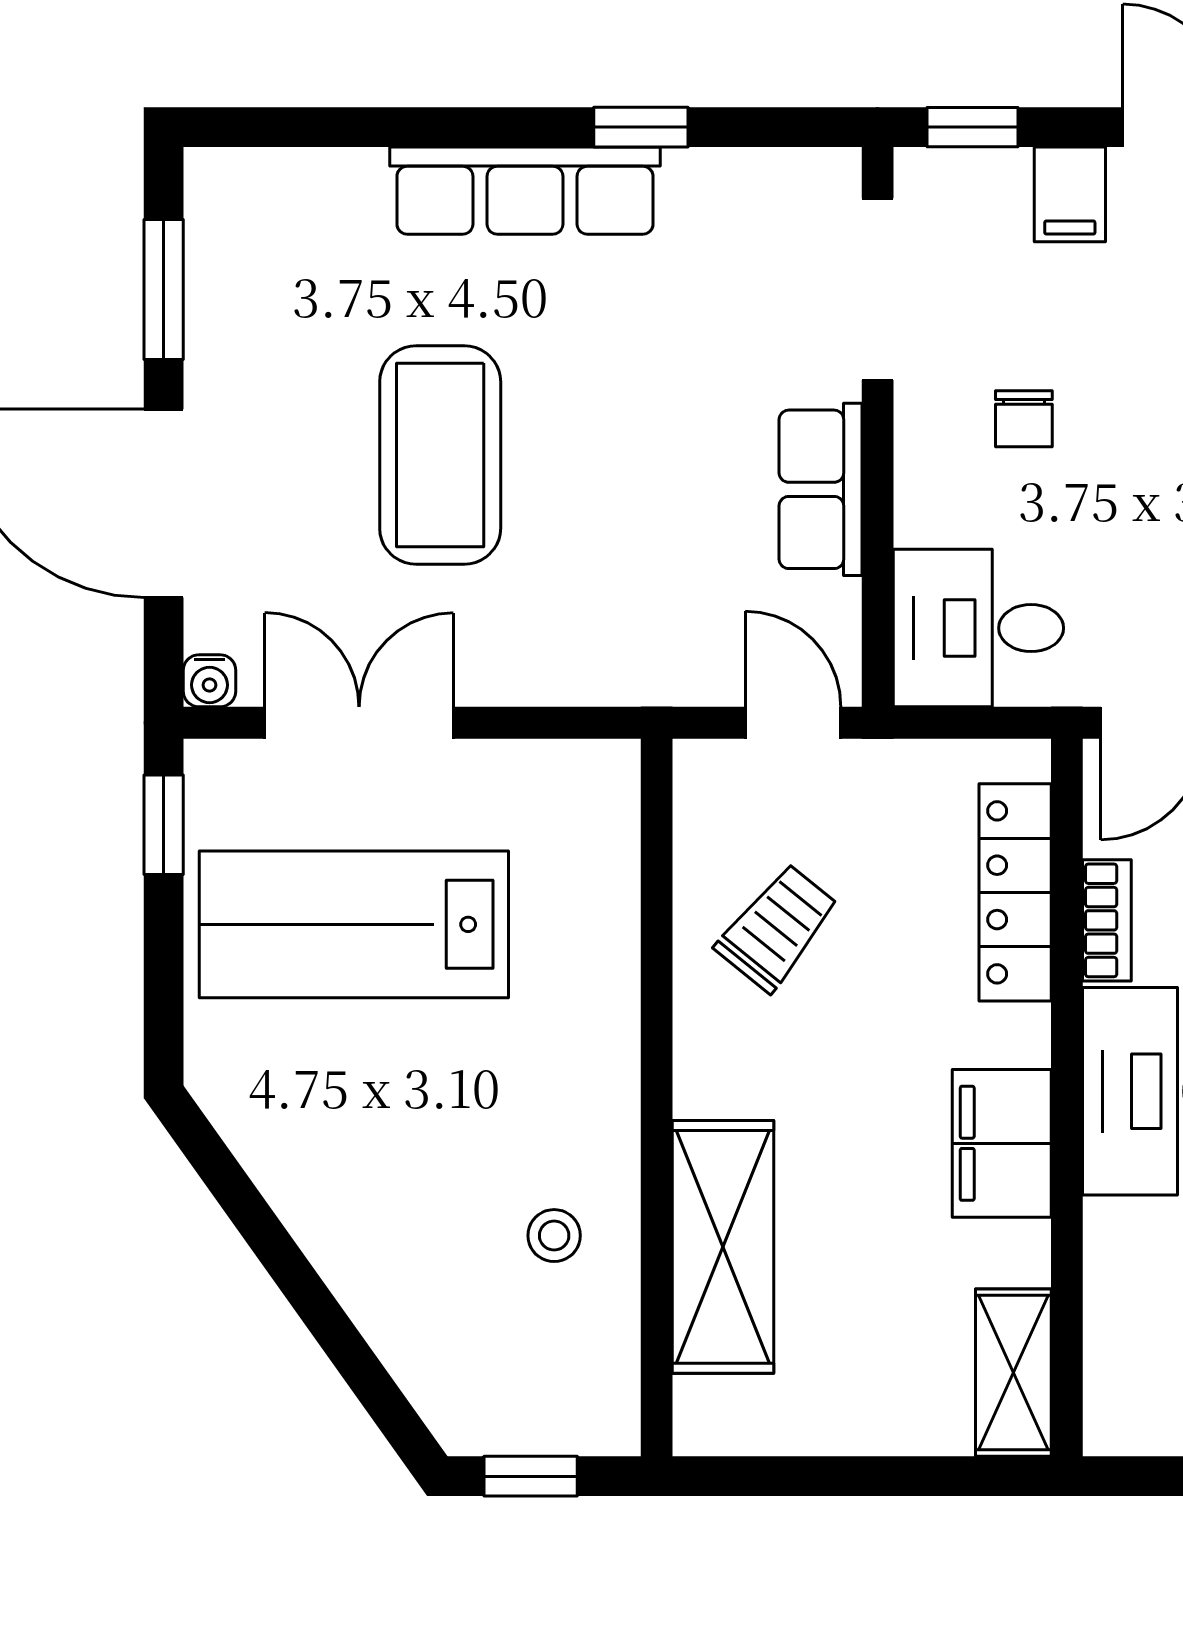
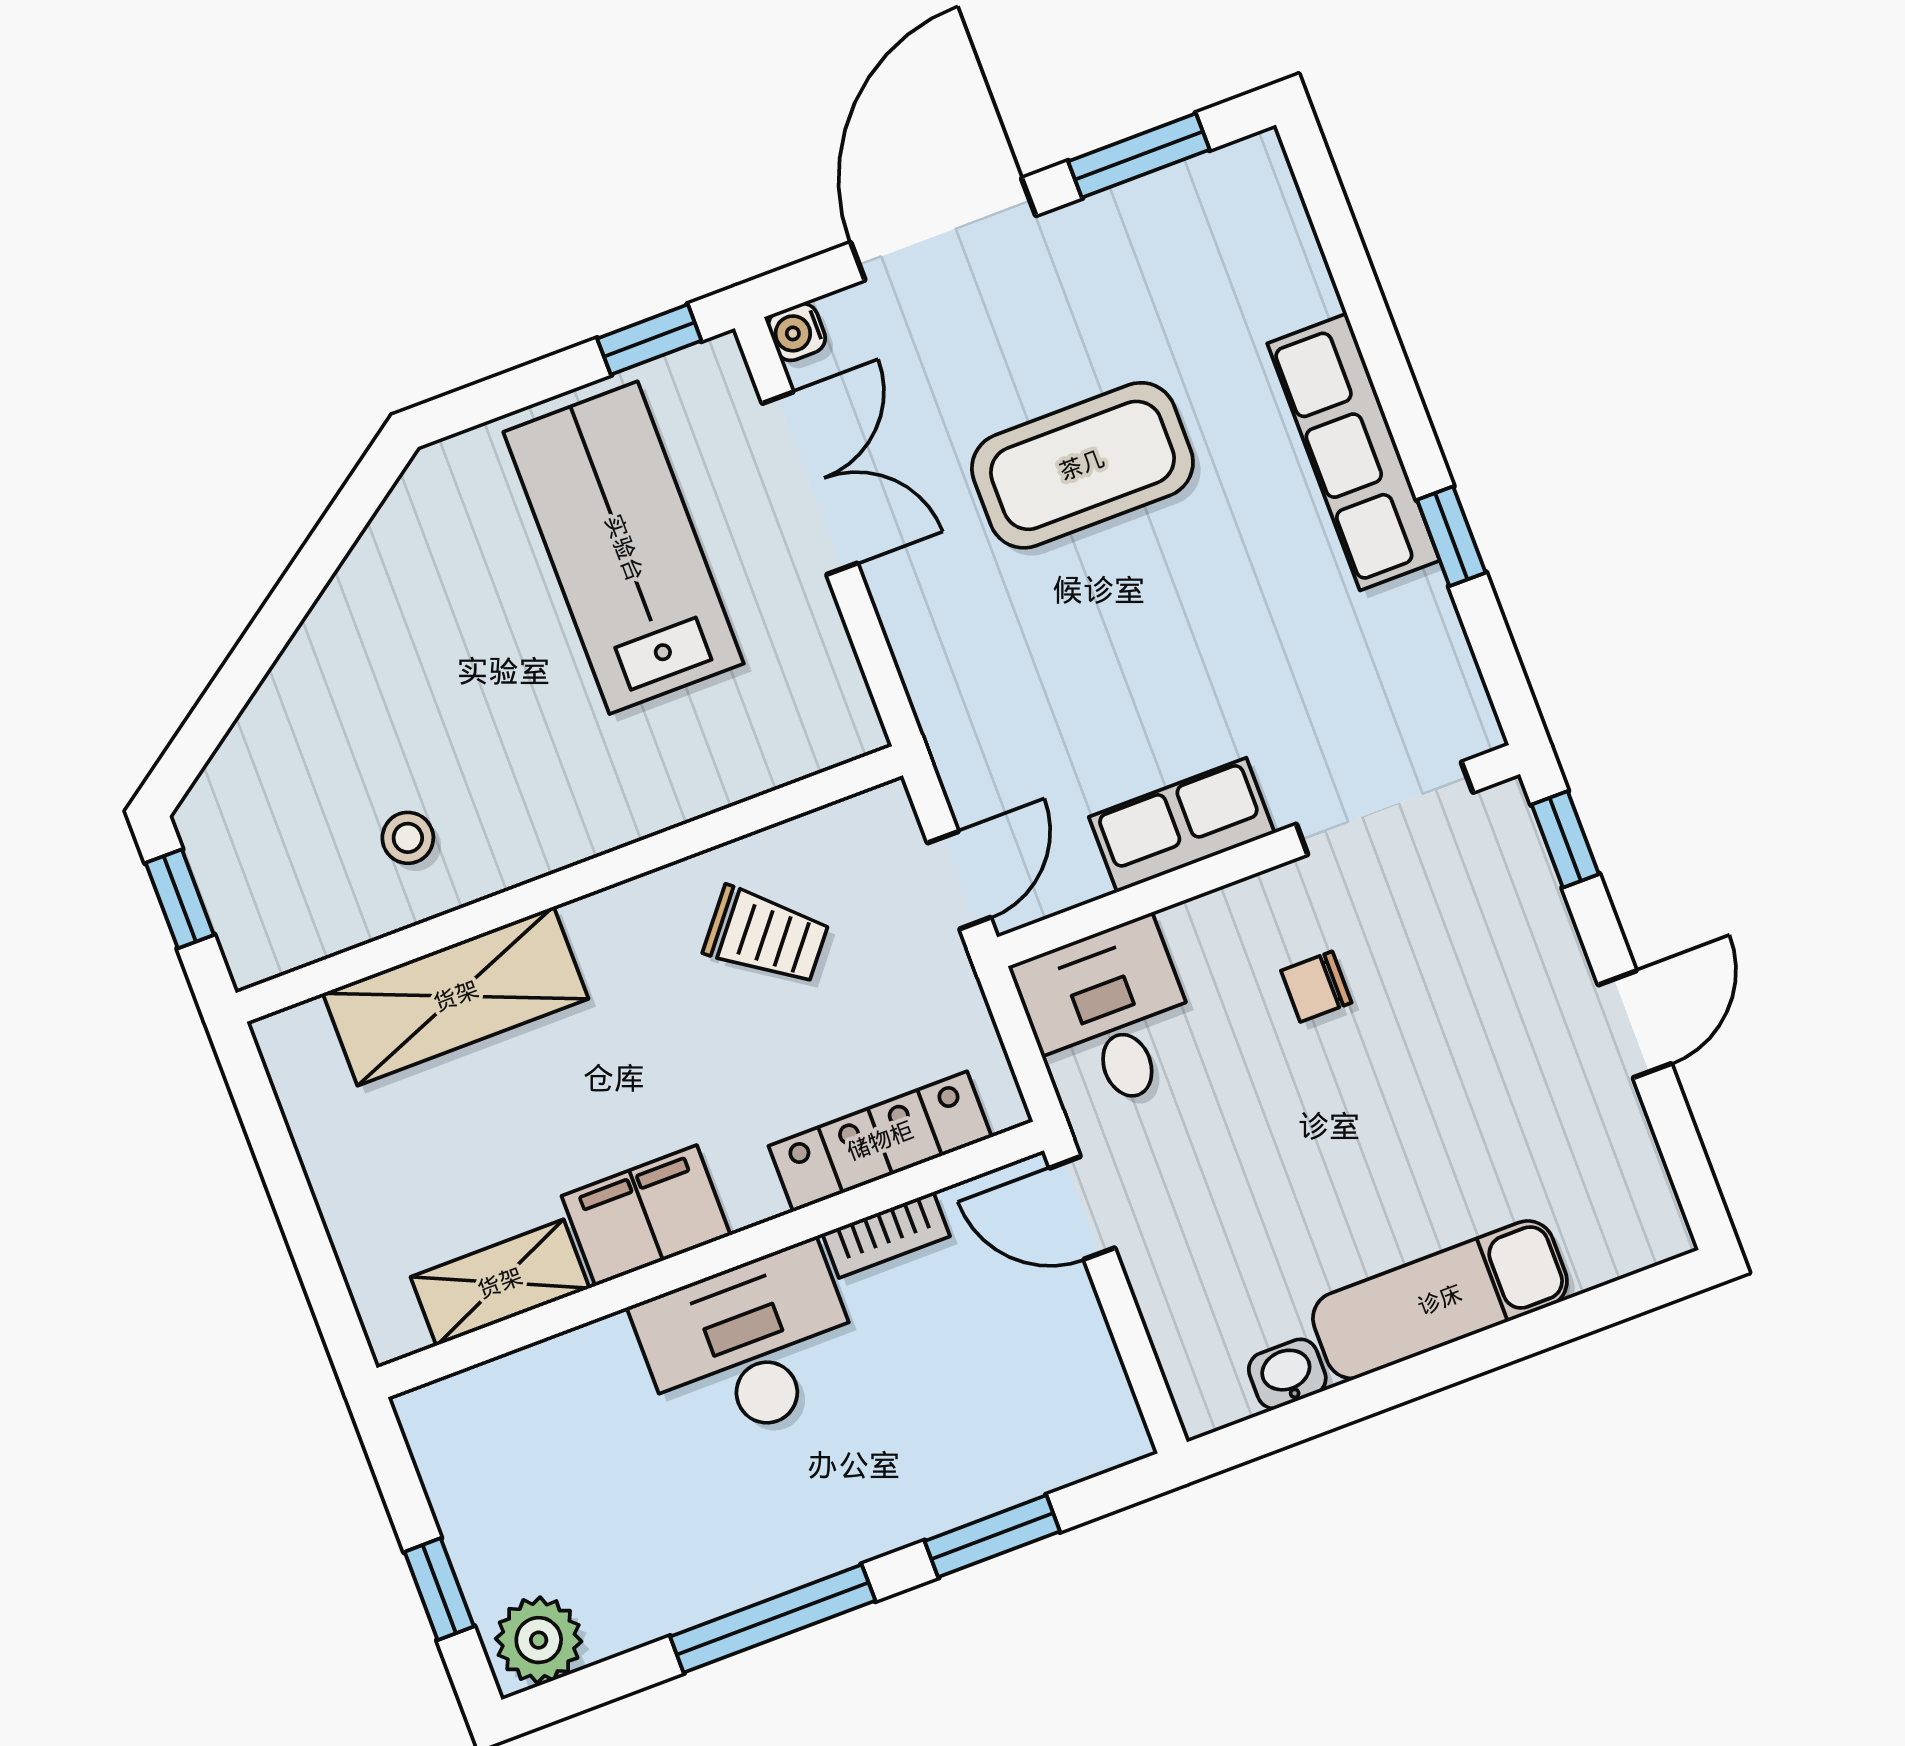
filing cabinet: (1070, 194) -> (1537, 952), removed
shelving: (1013, 1373) -> (500, 1283), moved

